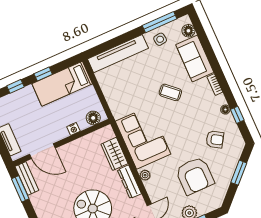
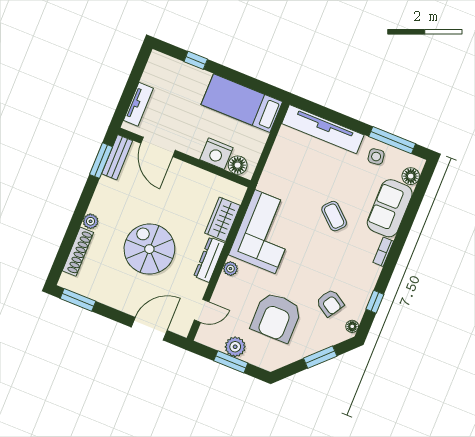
window: (43, 74) -> (234, 76), removed
floor lamp: (225, 110) -> (352, 326), moved
nightstand: (73, 129) -> (216, 154), width x1.89, depth x1.79

